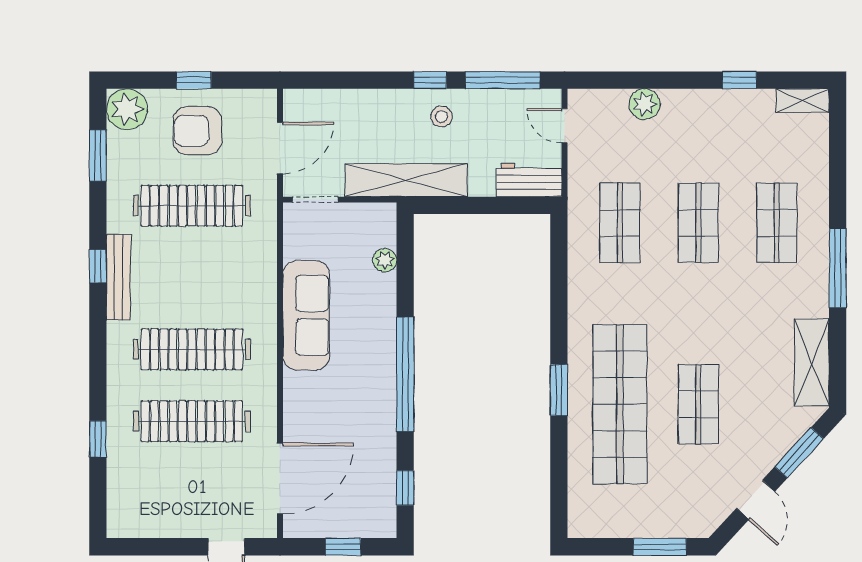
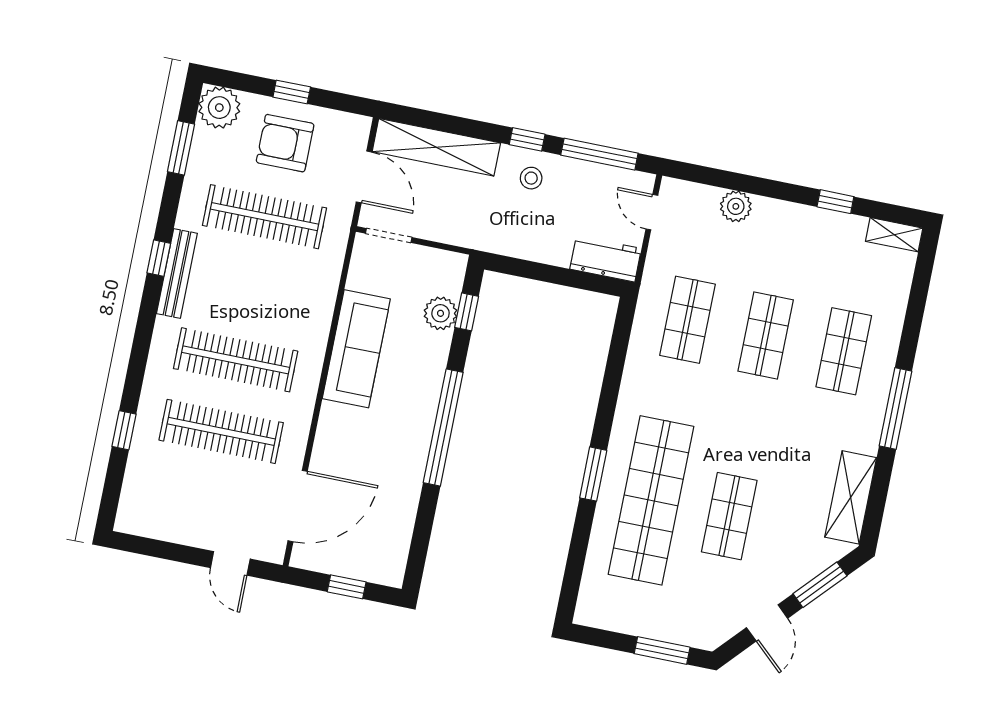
door: (280, 148) -> (364, 177), hinge flipped
shelving: (406, 180) -> (436, 147), moved
plant: (385, 260) -> (440, 313), width x1.38, depth x1.38
window: (405, 488) -> (467, 312), moved

